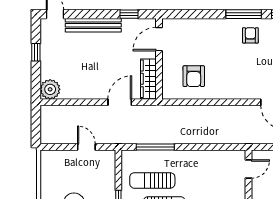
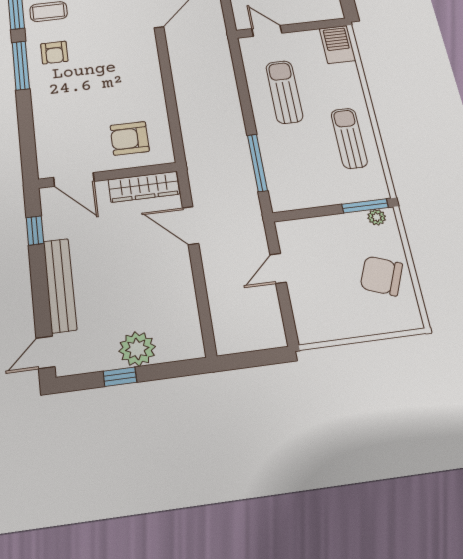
armchair: (250, 35) -> (54, 53), turned -90
armchair: (194, 76) -> (130, 138), moved, turned 180
plant: (50, 89) -> (137, 349), moved
sun lounger: (152, 180) -> (284, 92), moved, turned 180

